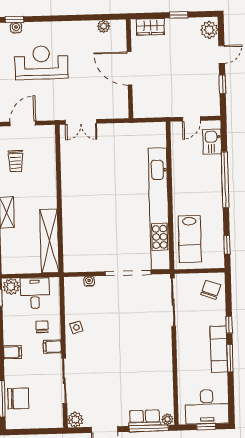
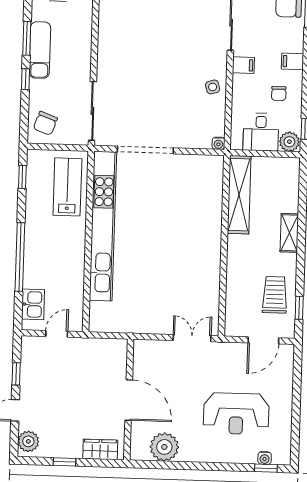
plant: (104, 26) -> (164, 447), width x1.88, depth x1.88
trolley: (16, 161) -> (275, 295), width x1.36, depth x1.39
water cooler: (89, 281) -> (218, 143), moved
chair: (42, 327) -> (279, 93), moved

